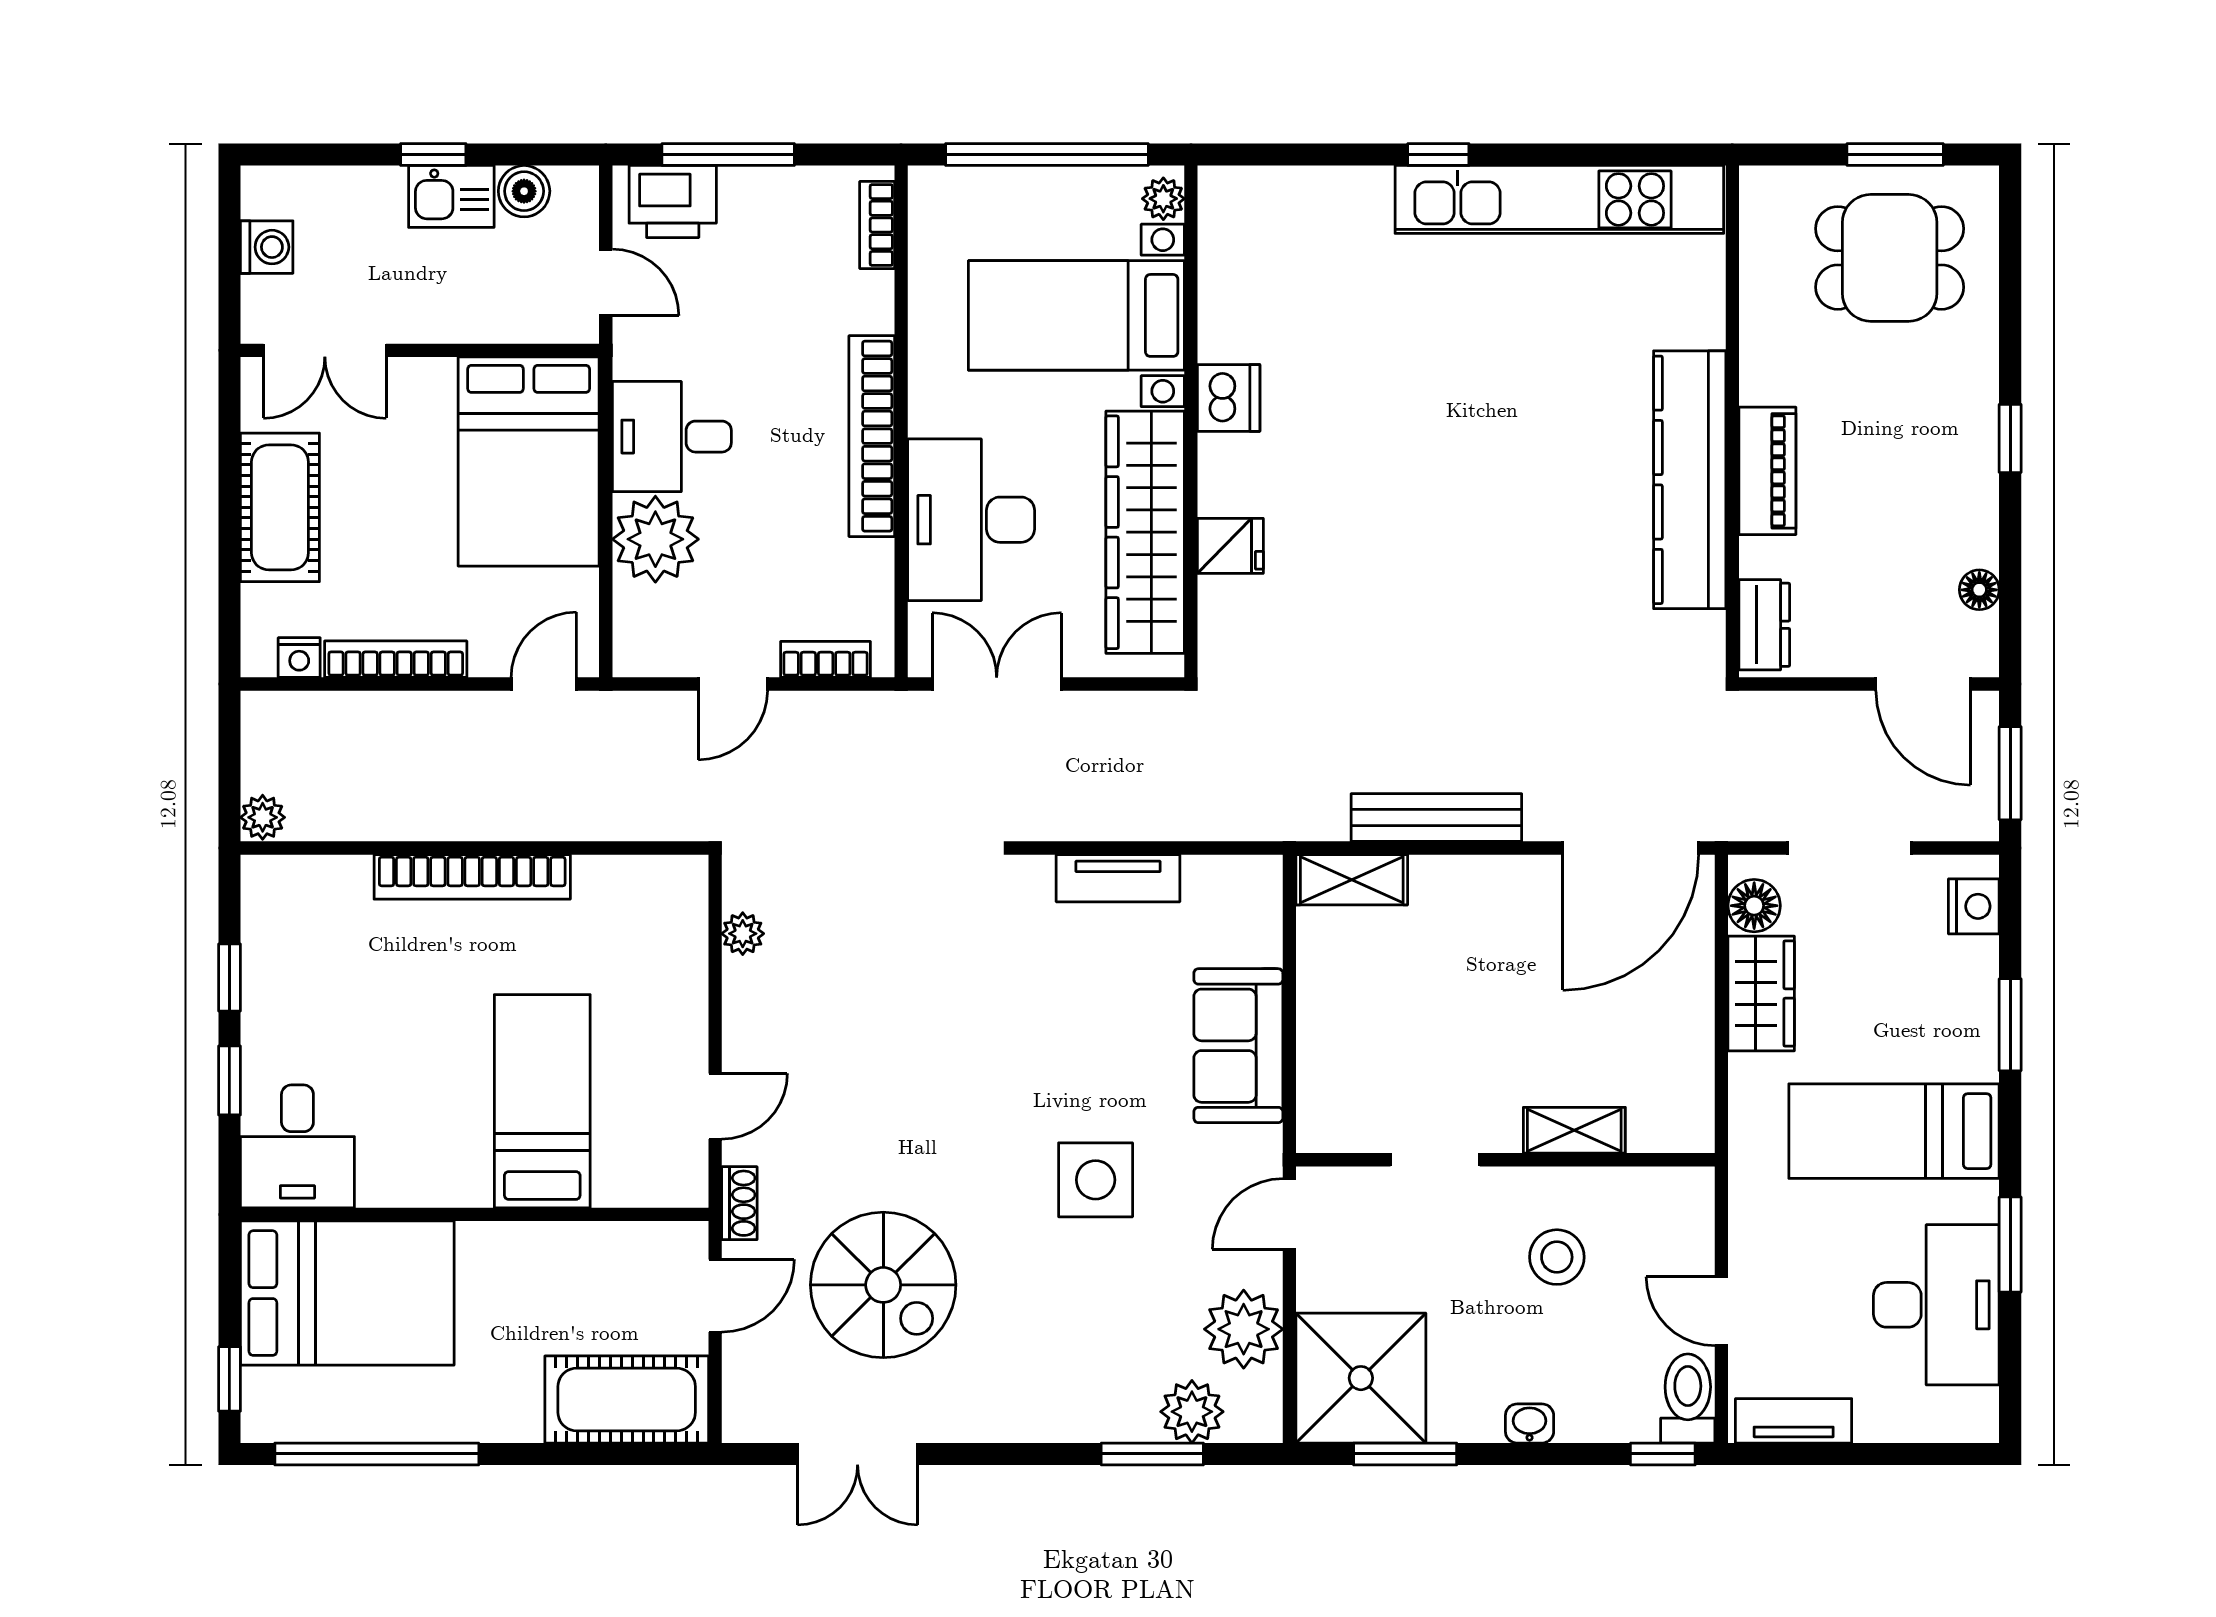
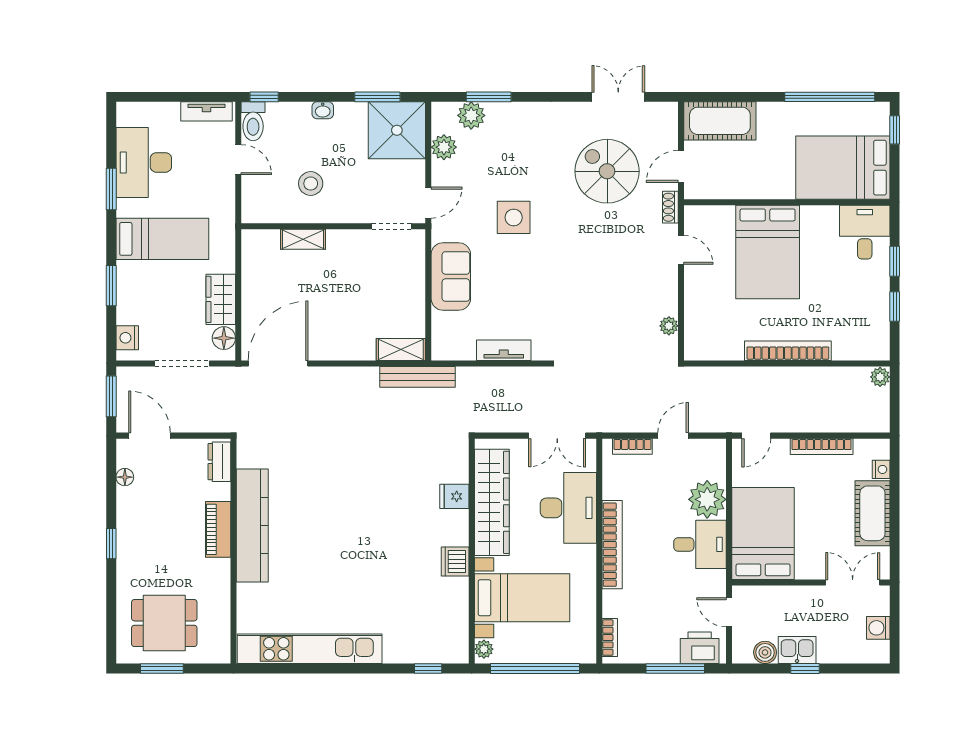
window: (1438, 155) -> (428, 669), moved
nightstand: (299, 658) -> (881, 469), moved, turned 90
bench: (1436, 818) -> (418, 377), moved
bed: (542, 1101) -> (768, 252), width x1.50
door: (715, 1106) -> (681, 250), swing flipped
doorway: (1435, 1160) -> (391, 226), moved
plant: (1244, 1329) -> (444, 147), width x0.73, depth x0.73

